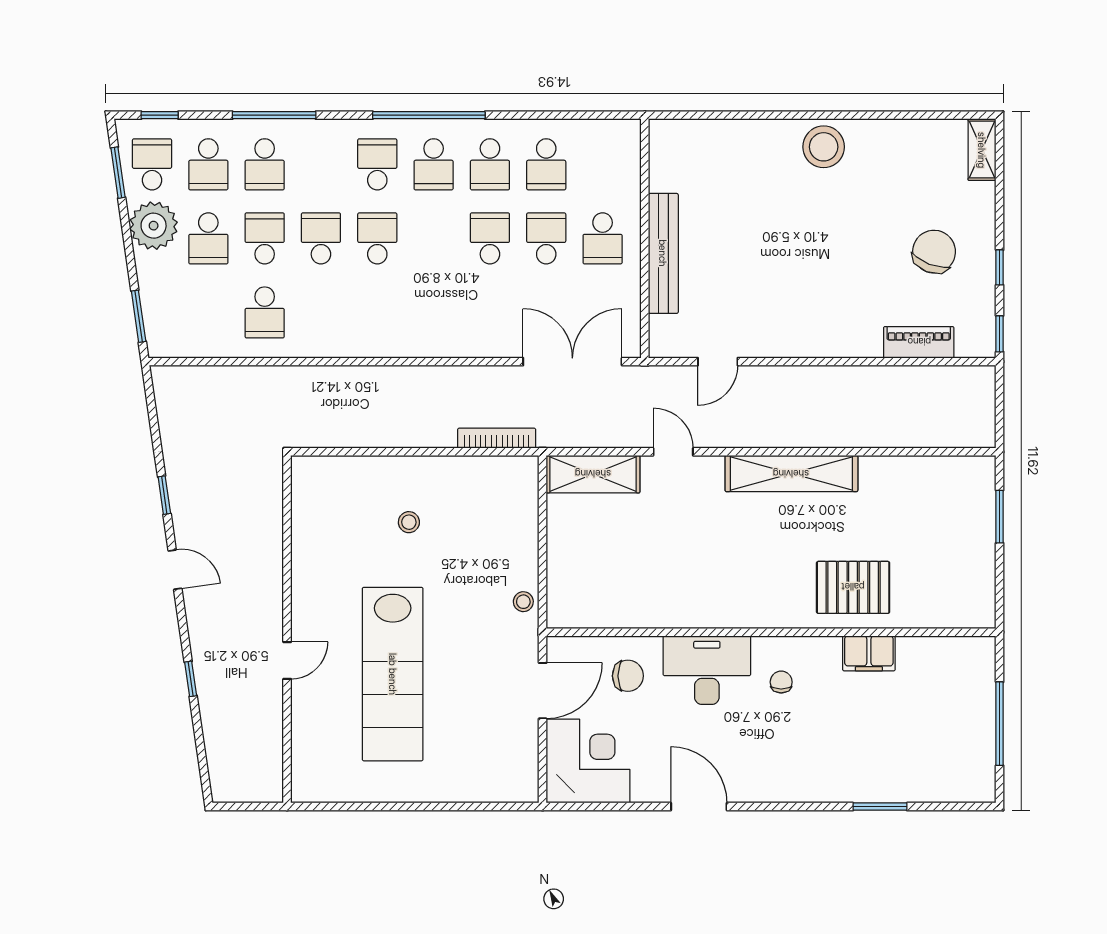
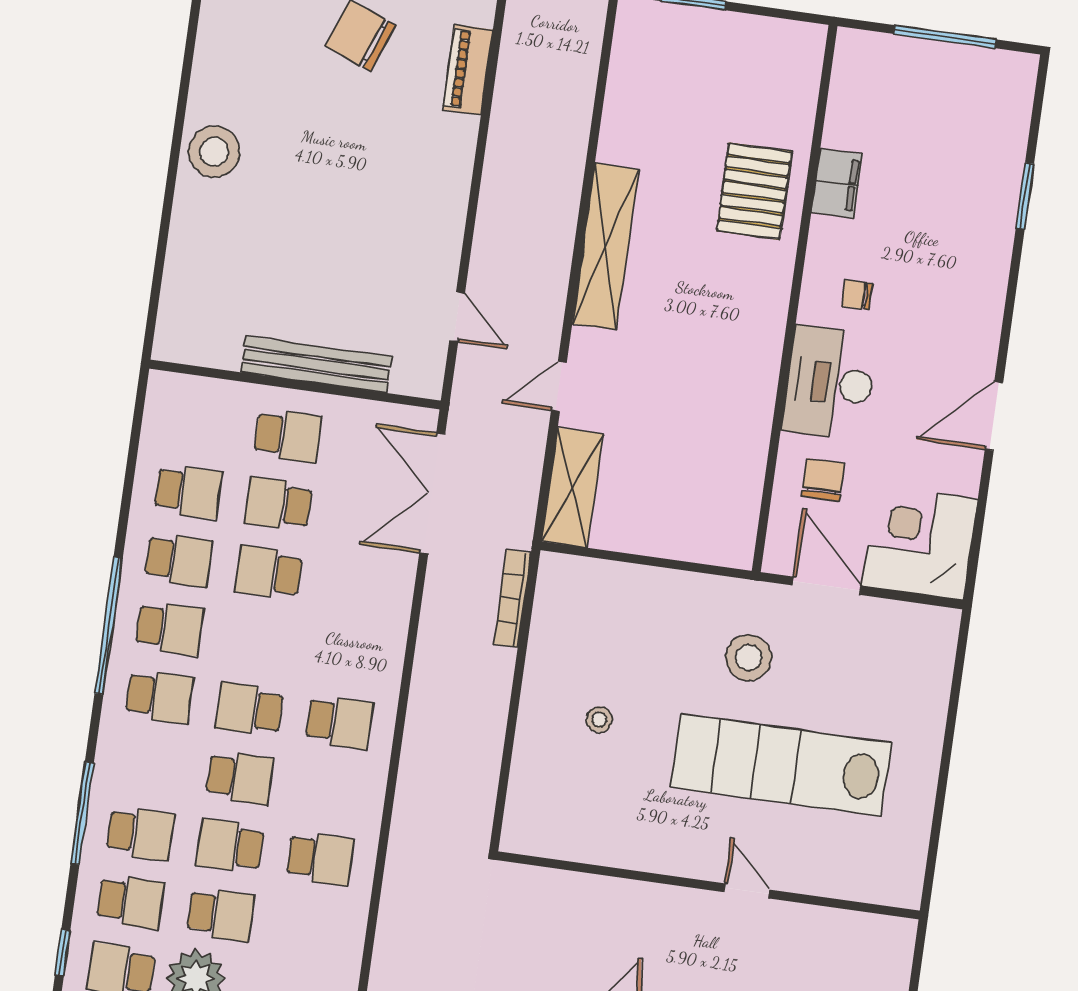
school desk: (377, 164) -> (159, 697), turned 180
school desk: (321, 238) -> (240, 778), turned 180
school desk: (377, 312) -> (339, 722), added
stool: (523, 602) -> (749, 658), moved, width x1.89, depth x1.89
lab bench: (393, 674) -> (781, 765), turned 180

